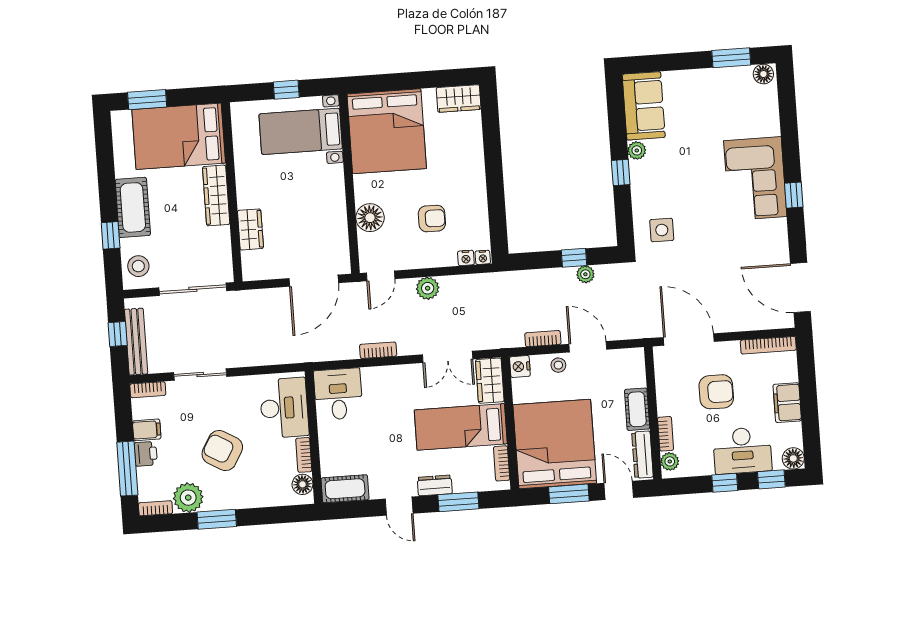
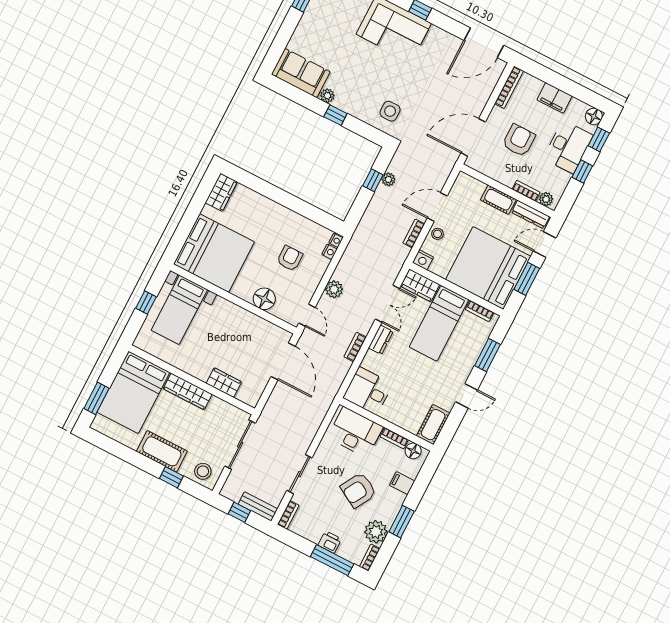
bench: (136, 342) -> (258, 506), width x0.73
filing cabinet: (147, 430) -> (402, 483), moved, turned -90
dresser: (435, 485) -> (381, 340), moved, turned 180

